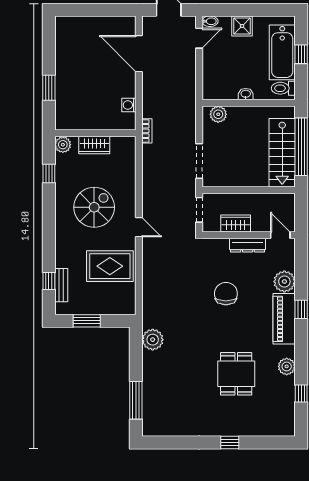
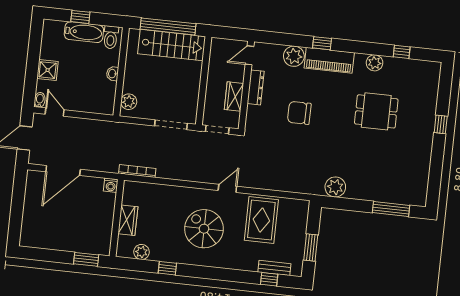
bathtub: (282, 52) -> (84, 32), width x0.73, depth x0.73
bookcase: (147, 131) -> (137, 171), width x1.56
wall: (95, 133) -> (117, 218), moved
wardrobe: (94, 145) -> (128, 220), moved

